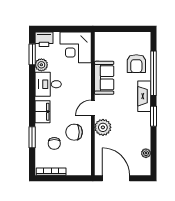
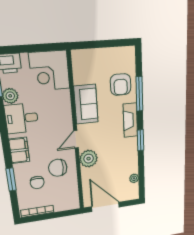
window: (153, 73) -> (139, 94), width x0.68

